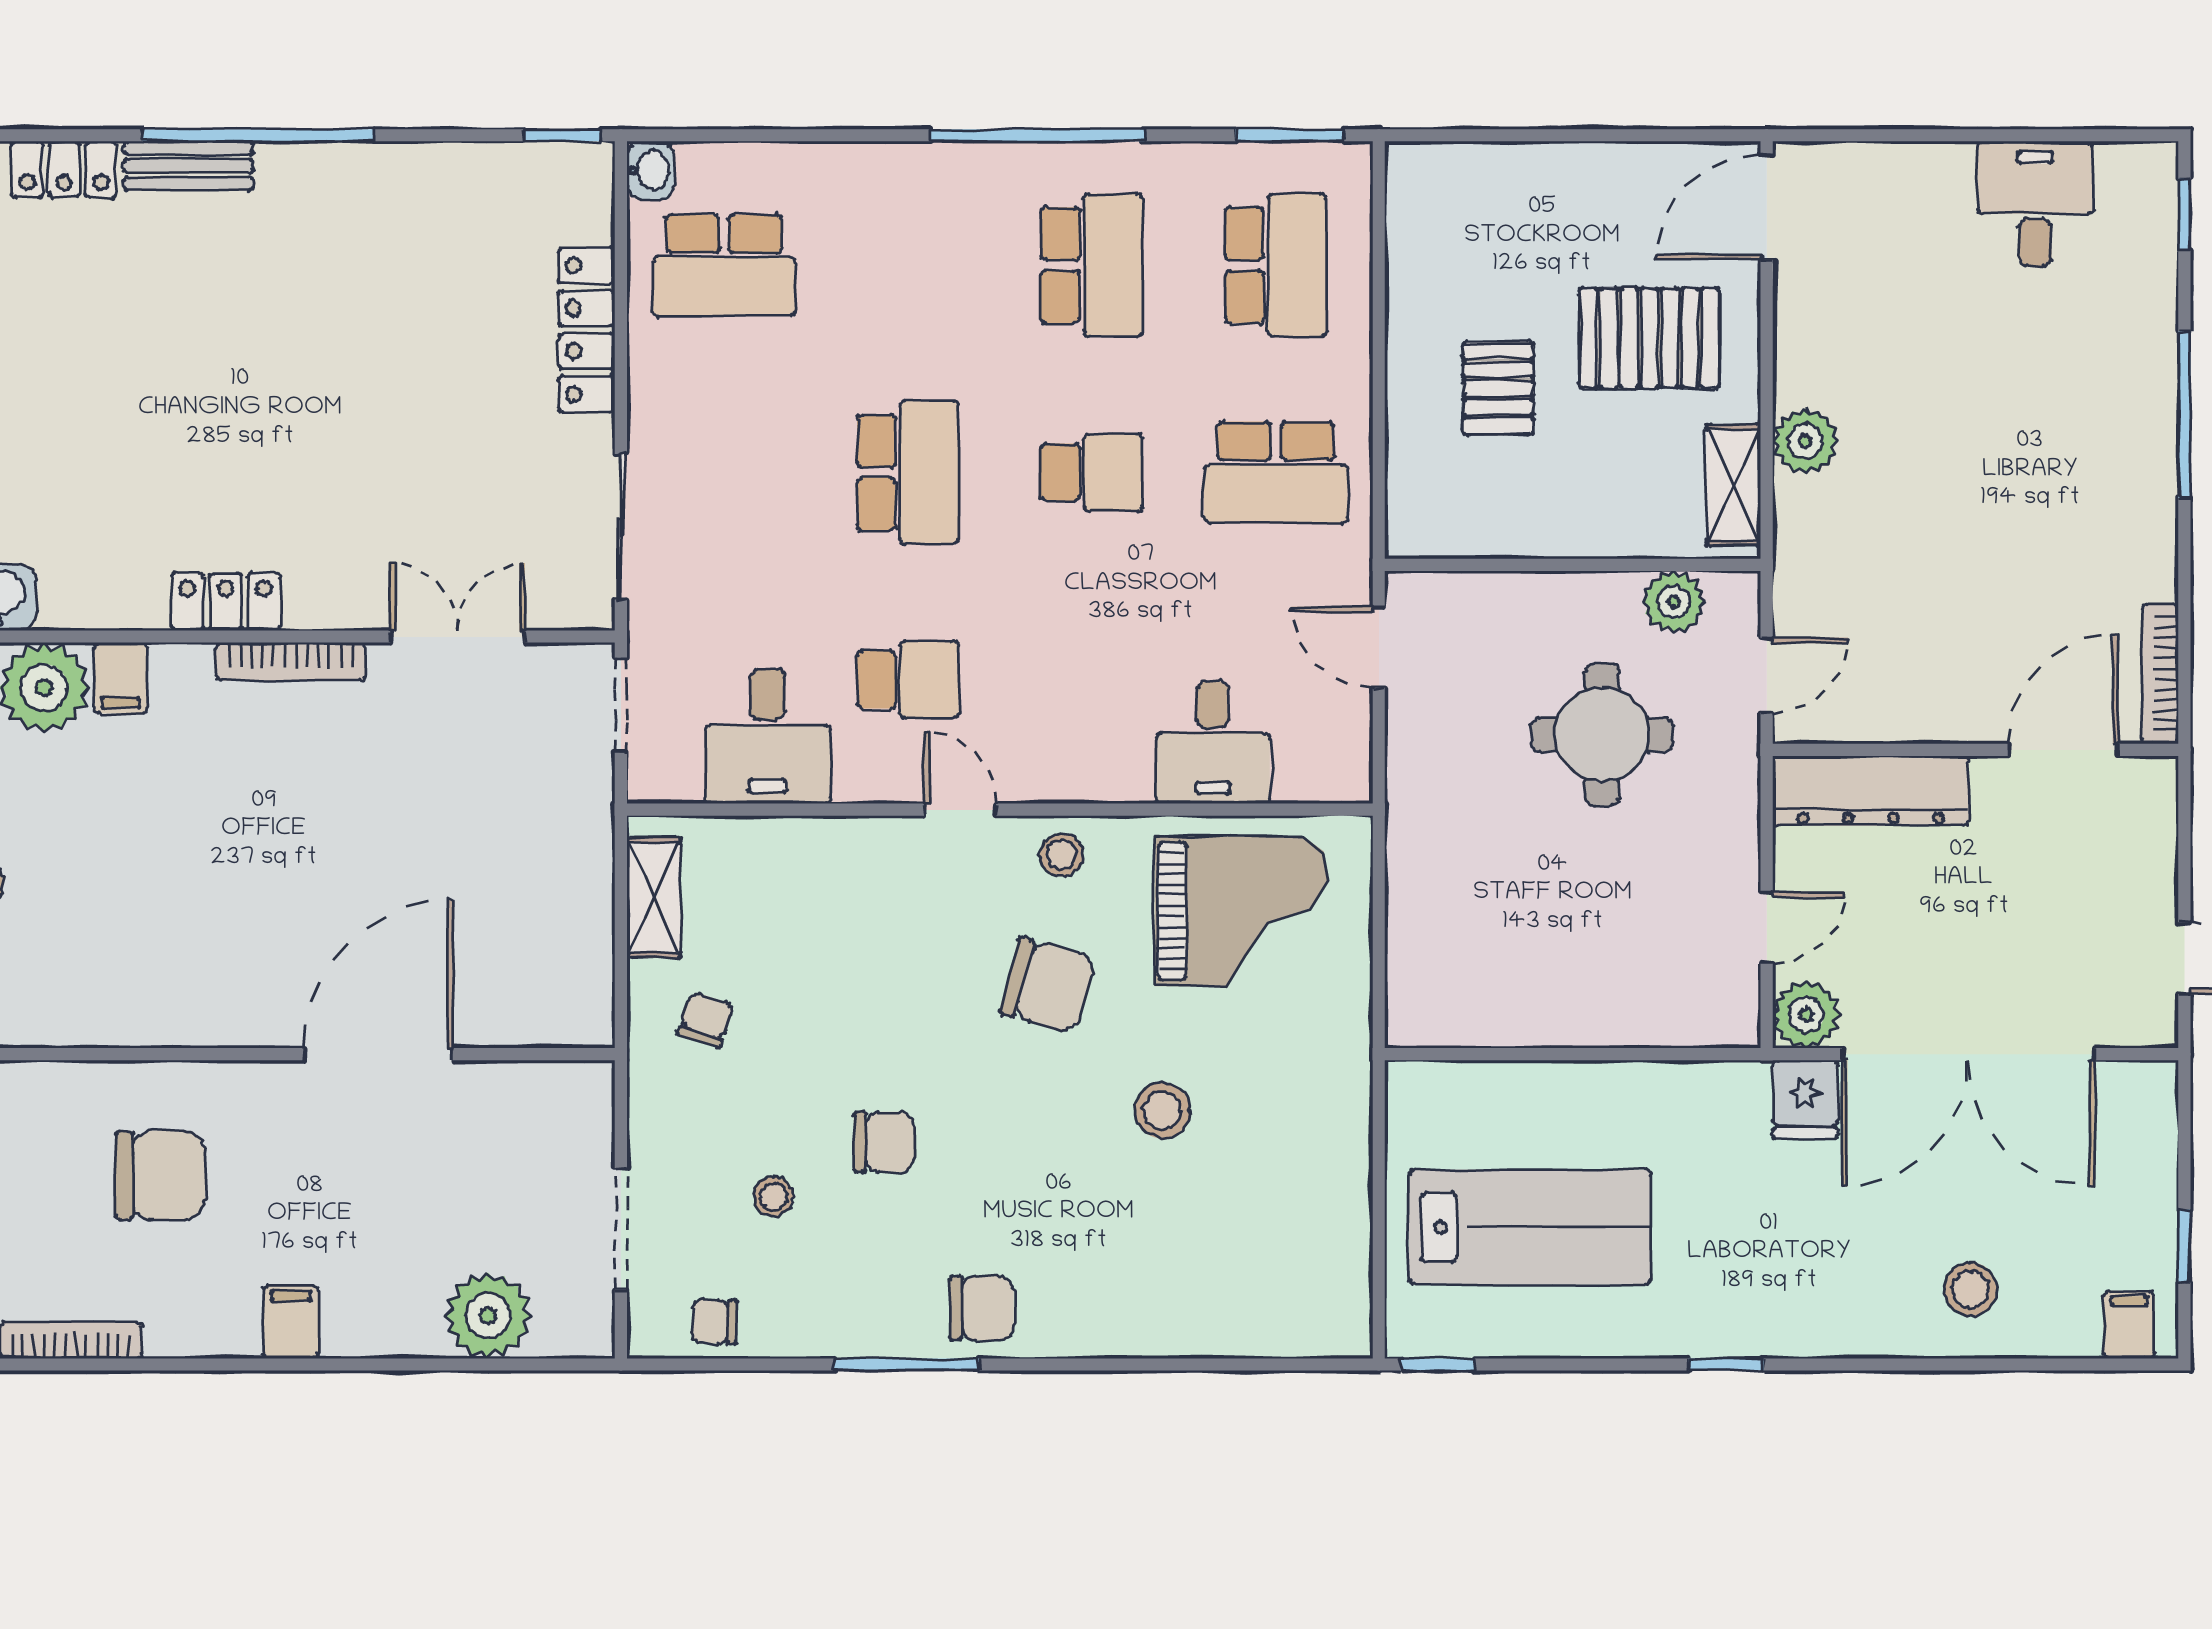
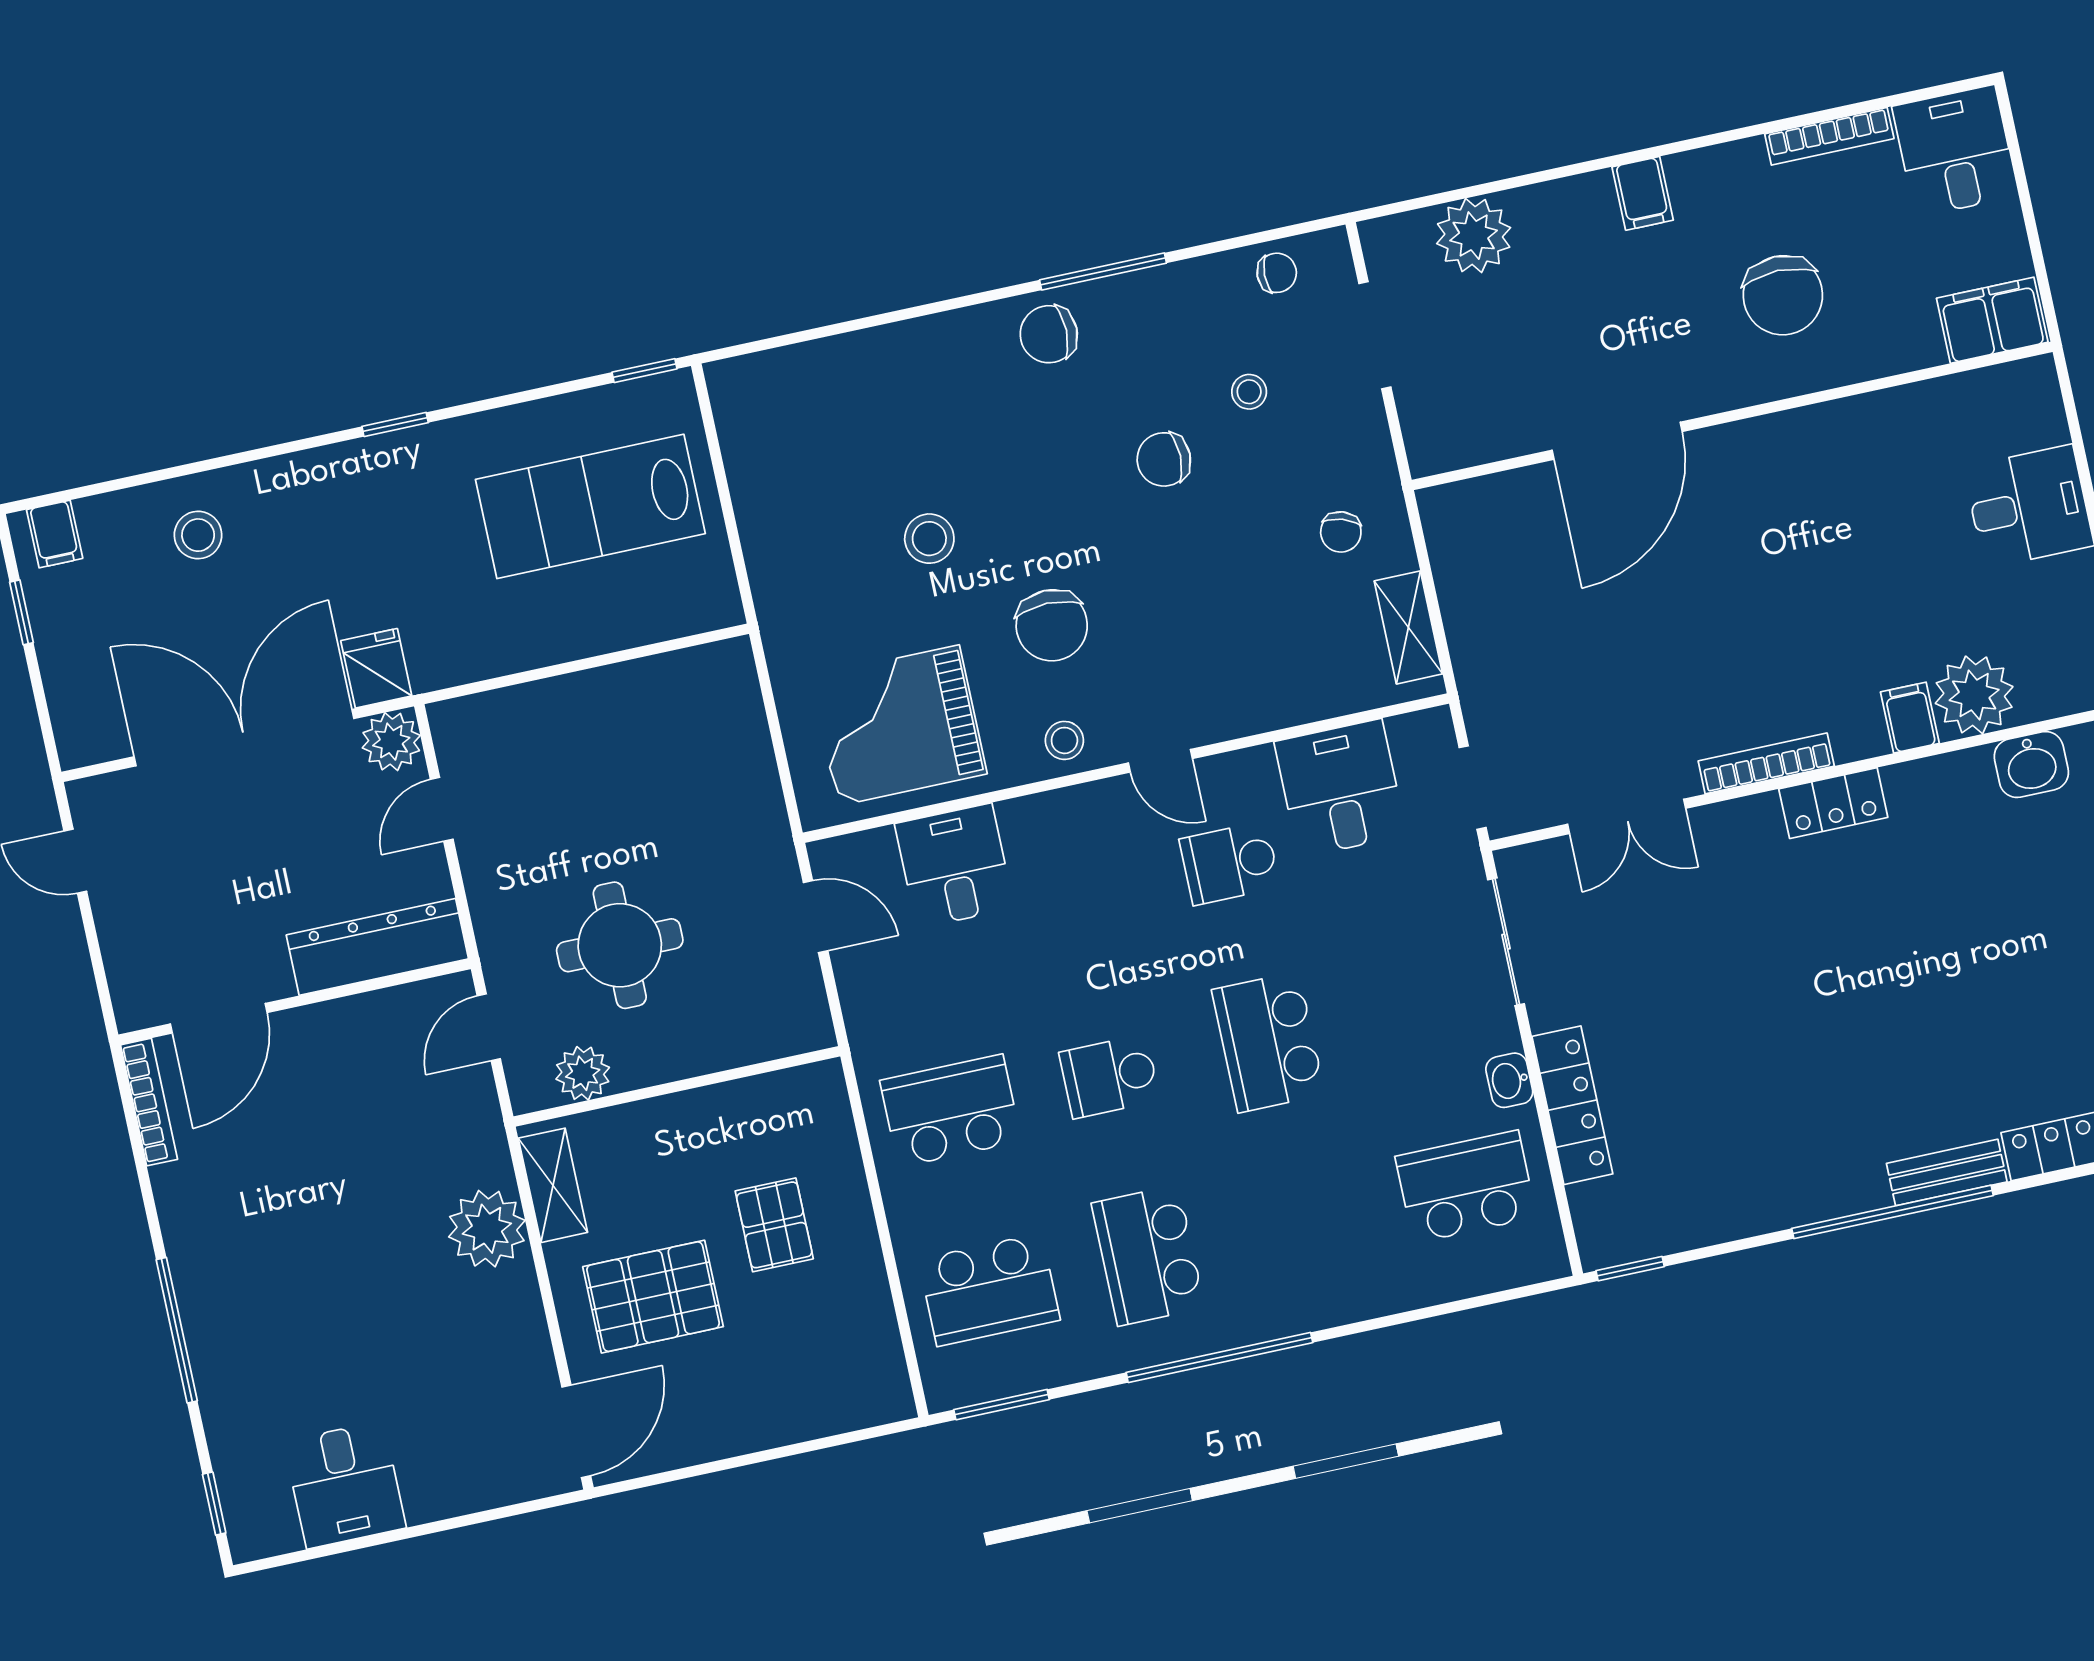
washbasin: (650, 170) -> (1509, 1080), moved
school desk: (1276, 265) -> (989, 1290), turned -90
plant: (1805, 441) -> (487, 1229), width x1.36, depth x1.36
door: (1379, 647) -> (816, 917), moved
chair: (1048, 985) -> (1052, 625), turned -105
chair: (160, 1176) -> (1783, 295), turned -90

